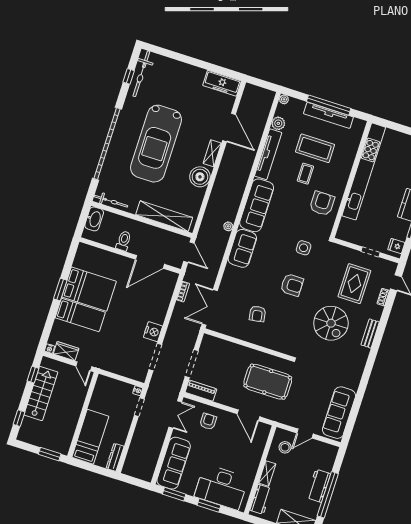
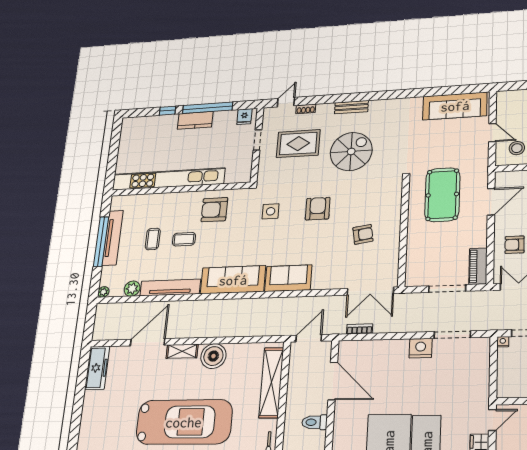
coffee table: (315, 148) -> (153, 239), width x0.54, depth x0.58
plant: (228, 226) -> (266, 303), removed

